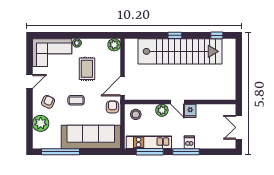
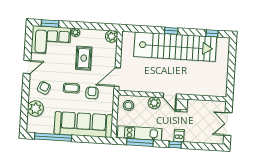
window: (50, 35) -> (50, 23), added
armchair: (112, 107) -> (92, 93), moved
window: (186, 152) -> (175, 145), width x0.46

